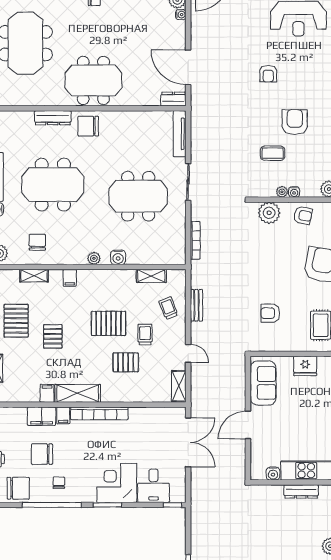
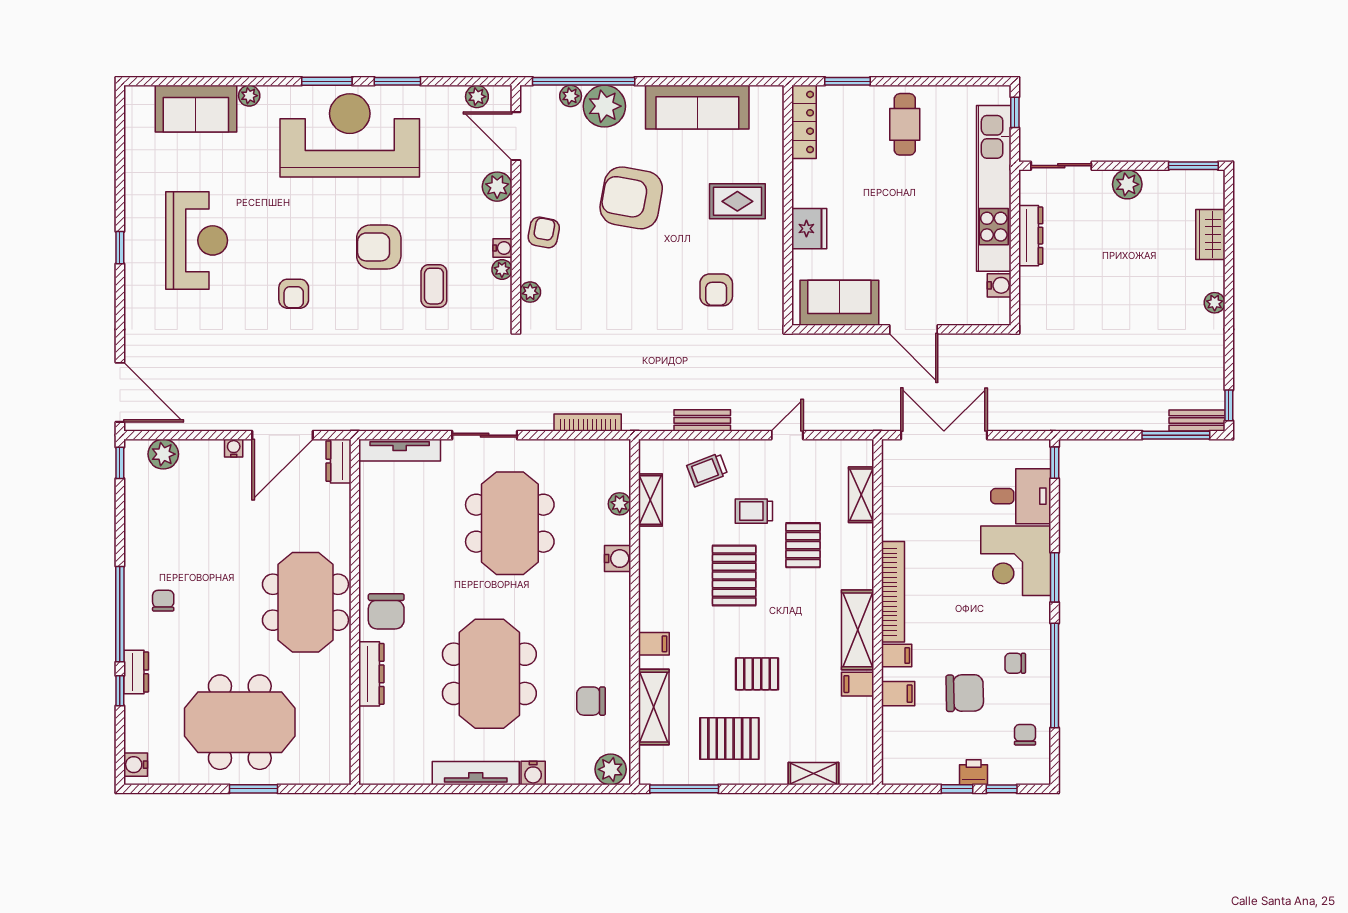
water cooler: (181, 15) -> (234, 448), moved
armchair: (268, 74) -> (294, 294), turned 90
plant: (269, 213) -> (530, 292), width x0.53, depth x0.53
plant: (94, 258) -> (620, 504), moved
shelving: (34, 276) -> (654, 707), width x1.50, depth x1.33
shelving: (179, 386) -> (861, 495), moved, turned 90
filing cabinet: (42, 416) -> (898, 694), width x0.50
chair: (42, 454) -> (965, 693), turned -91
chair: (18, 488) -> (1025, 735), width x0.54, depth x0.54

